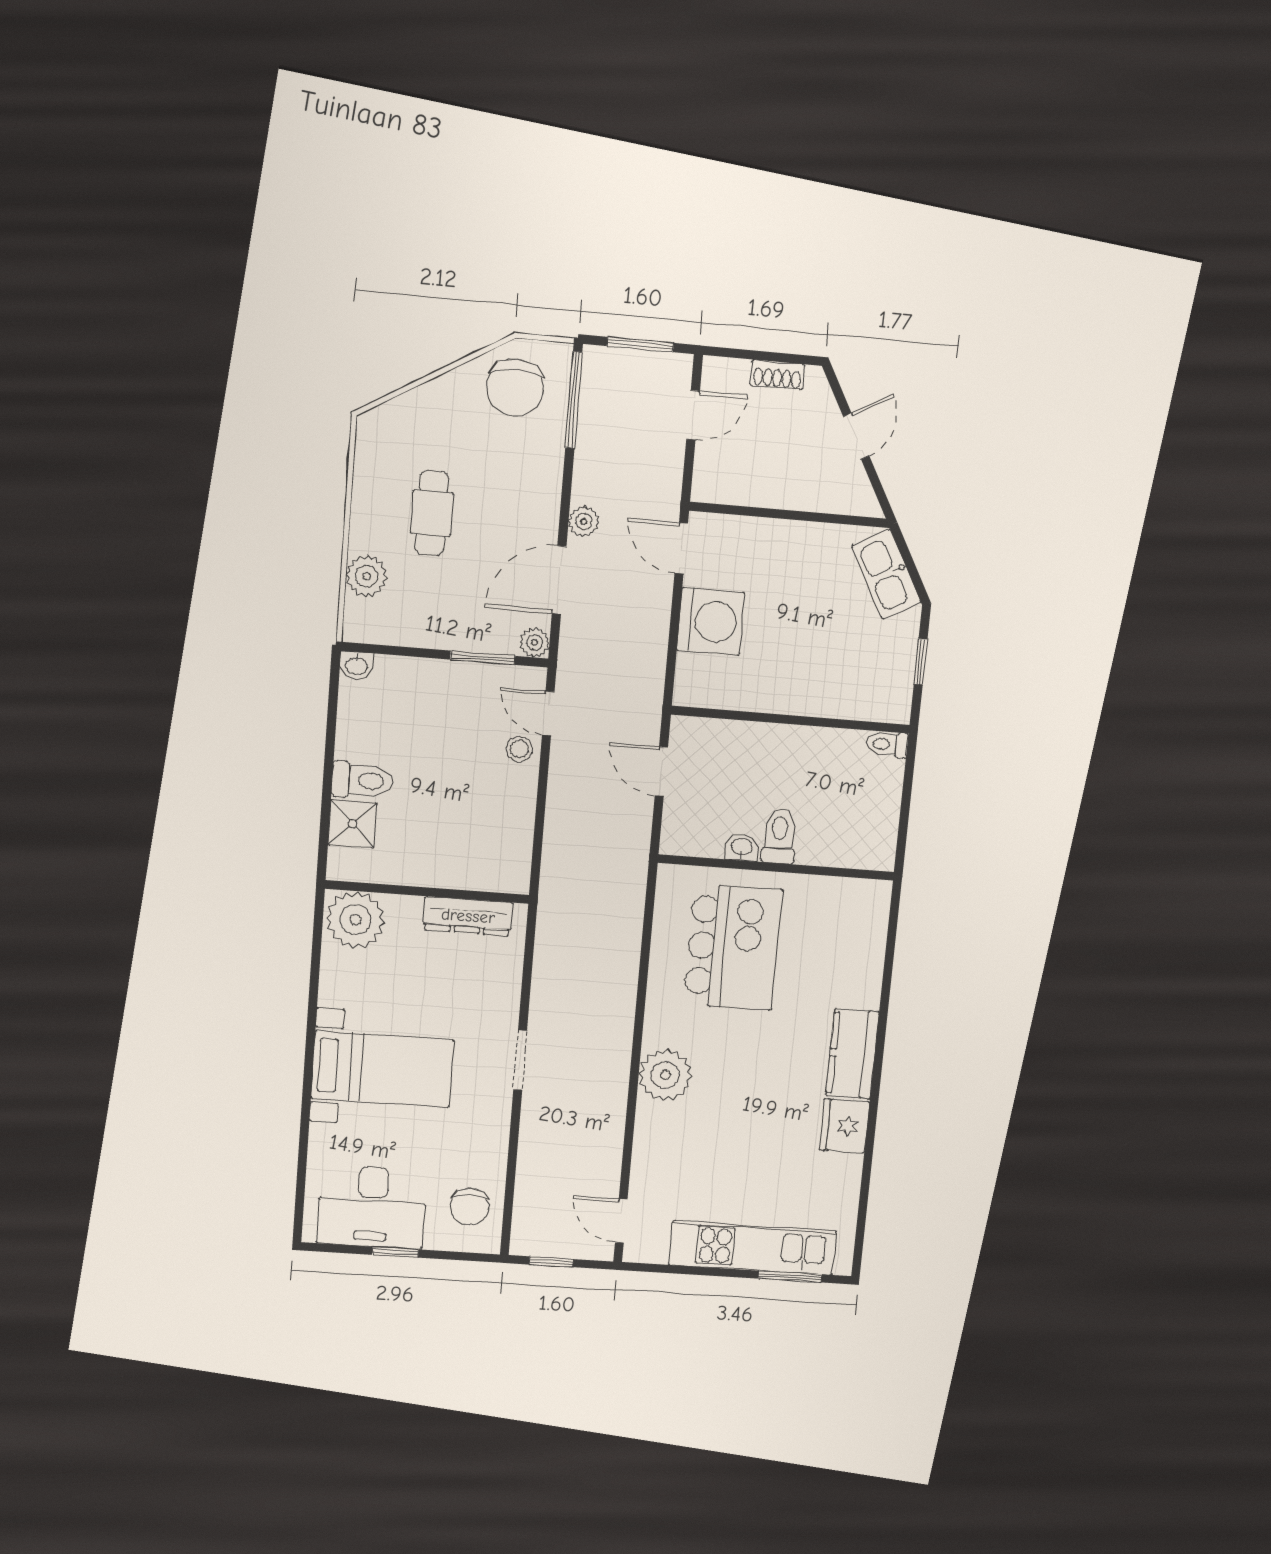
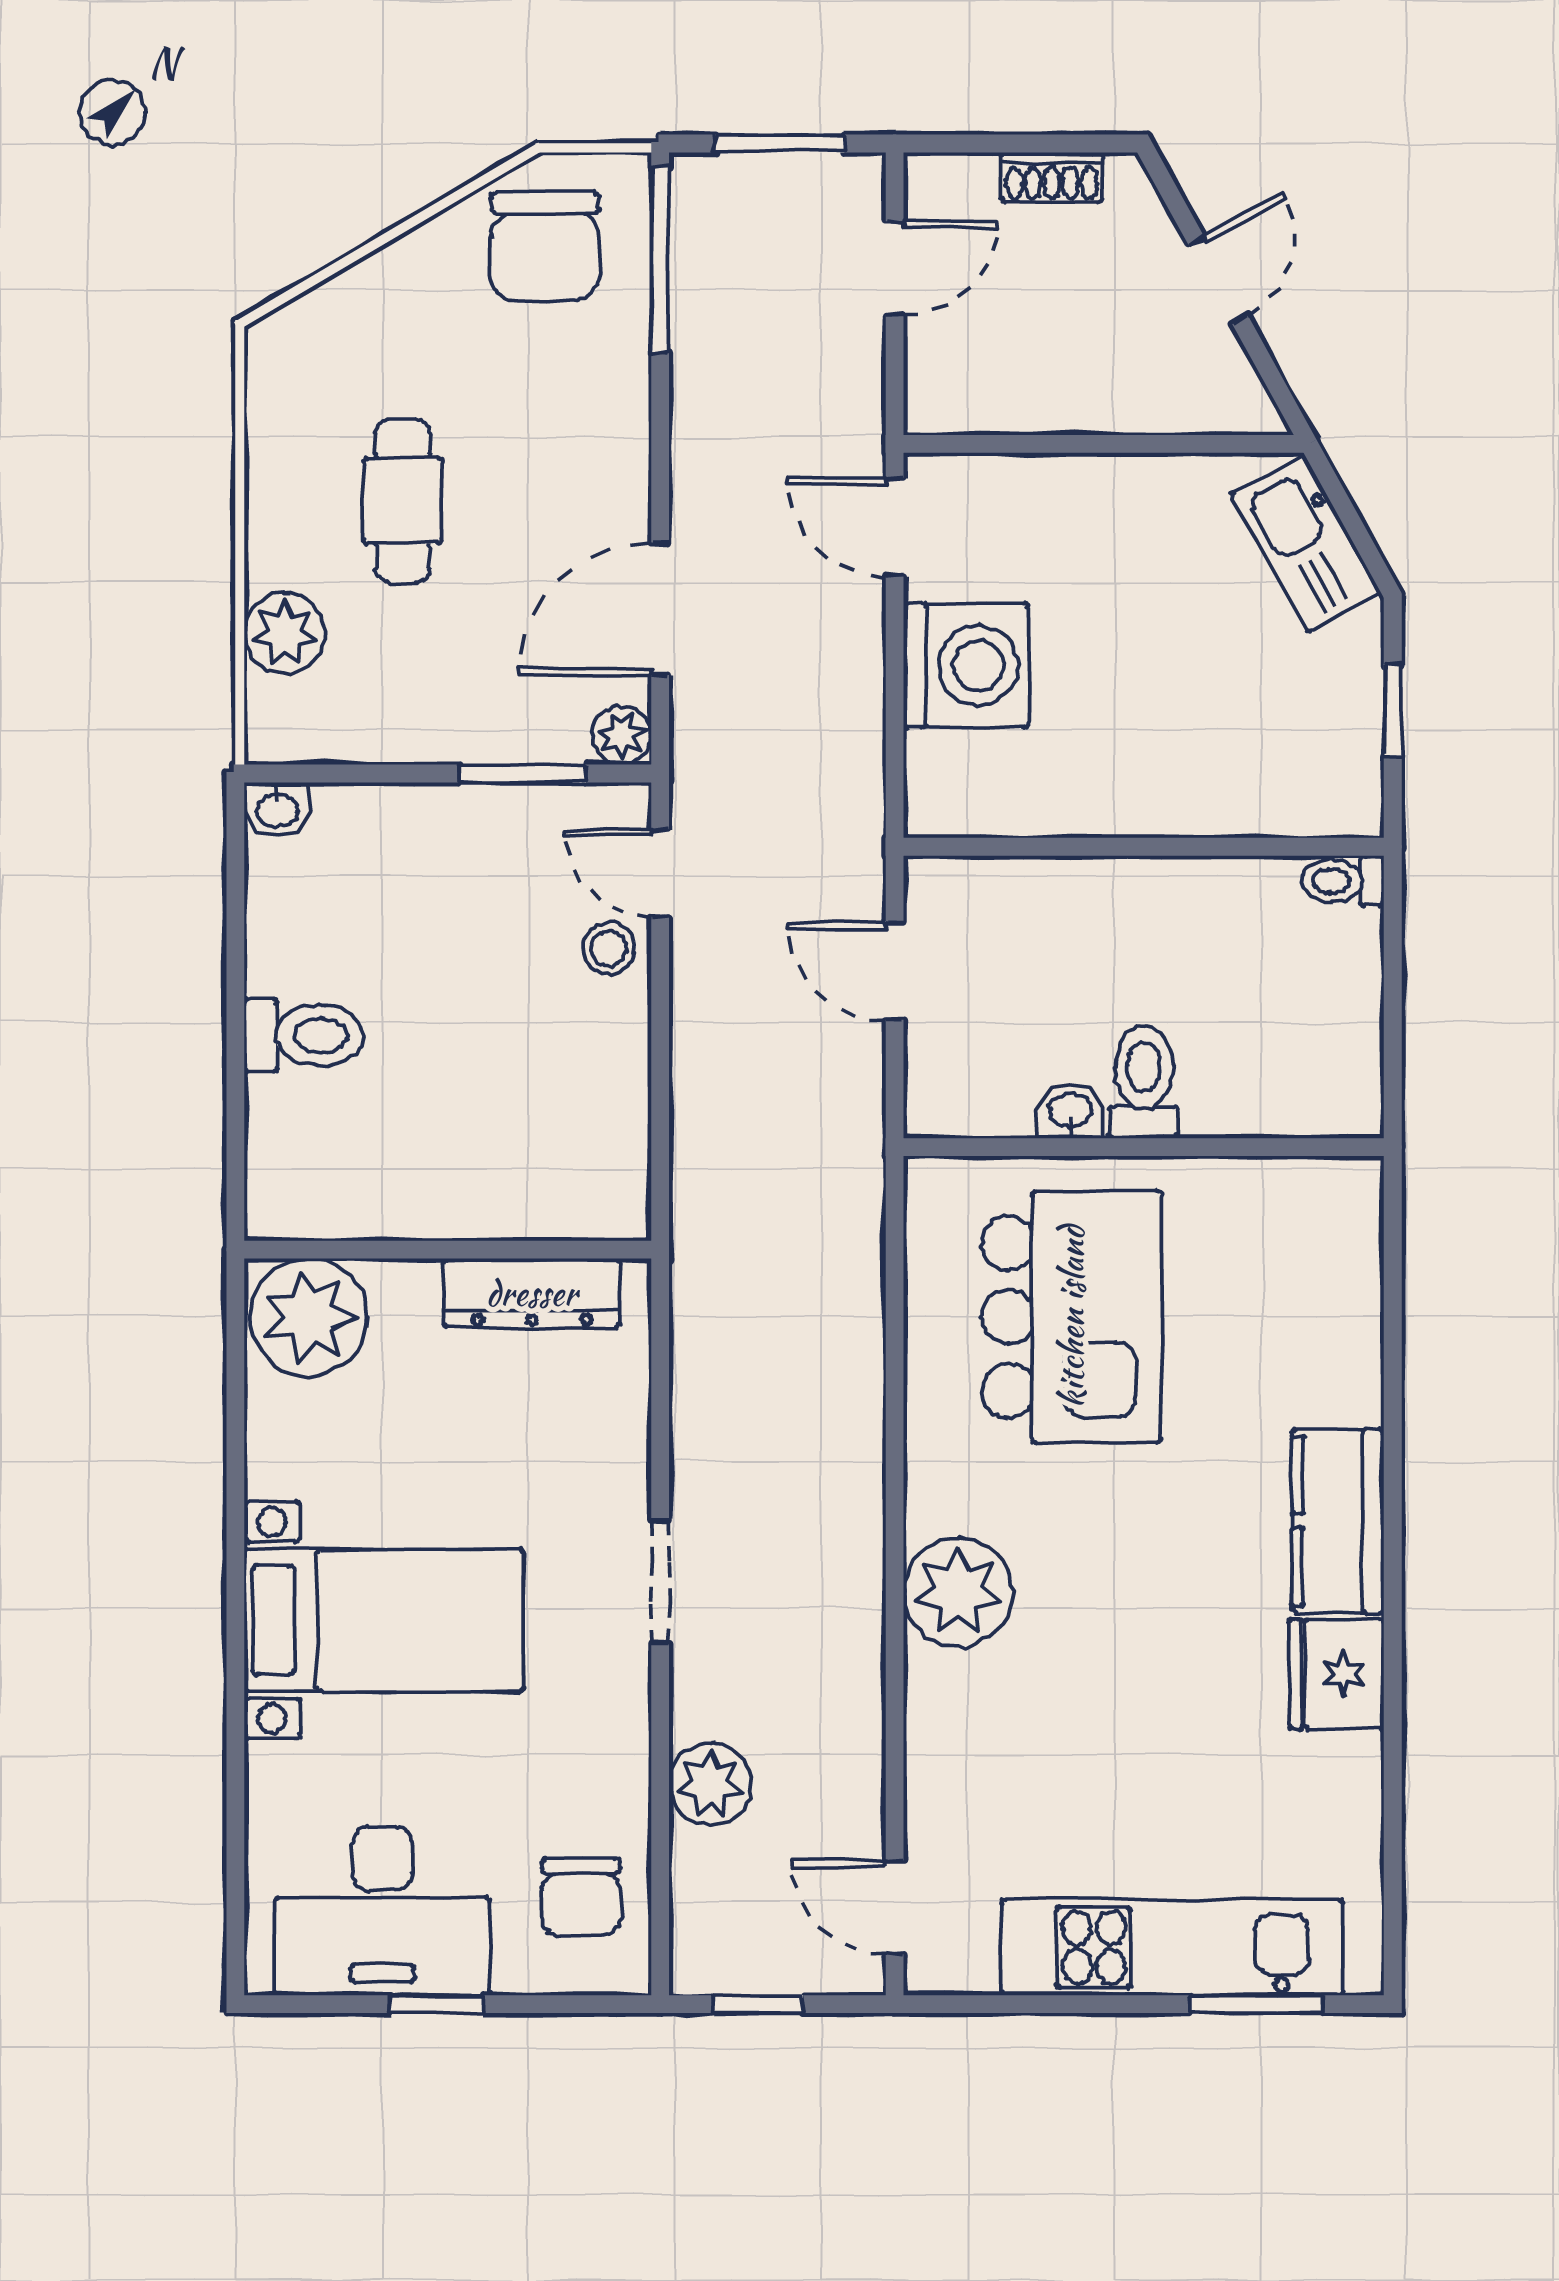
plant: (584, 522) -> (710, 1784), moved, width x1.38, depth x1.38
shower: (352, 824) -> (290, 1124), removed

